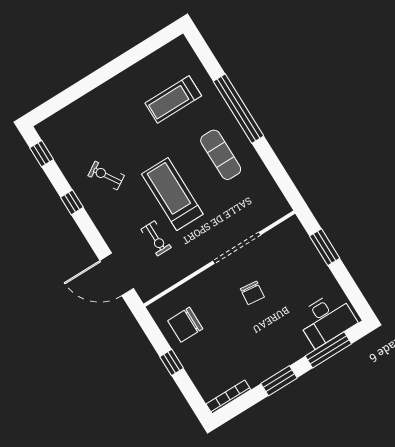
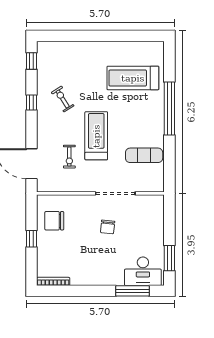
treadmill: (173, 99) -> (133, 78), width x1.37, depth x1.38
exercise mat: (221, 155) -> (144, 155), moved, turned 90
window: (325, 247) -> (169, 258), moved
window: (279, 381) -> (90, 291), removed

